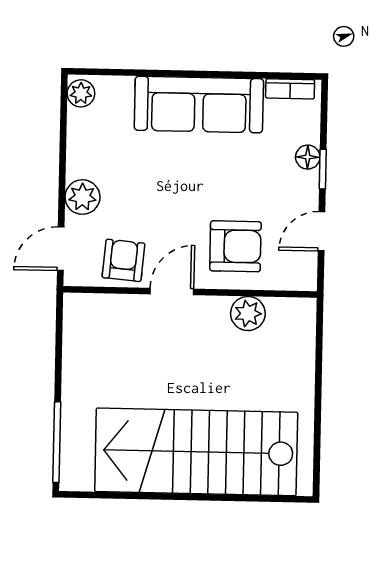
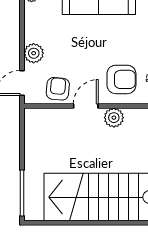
plant: (248, 314) -> (114, 118), moved

